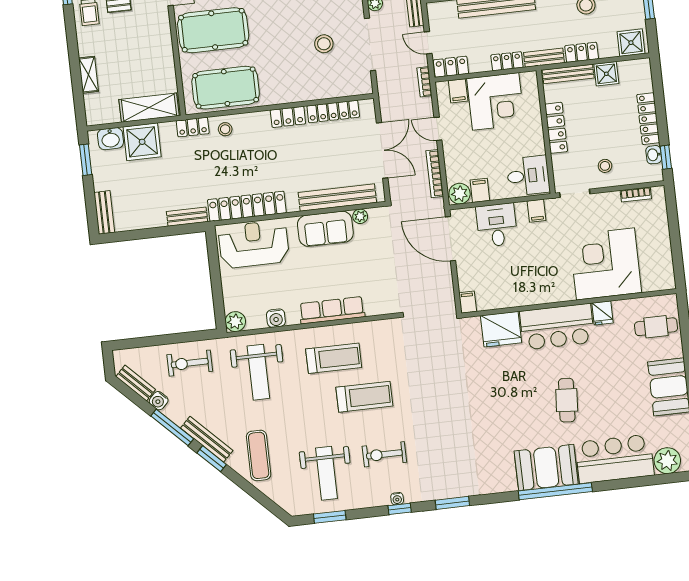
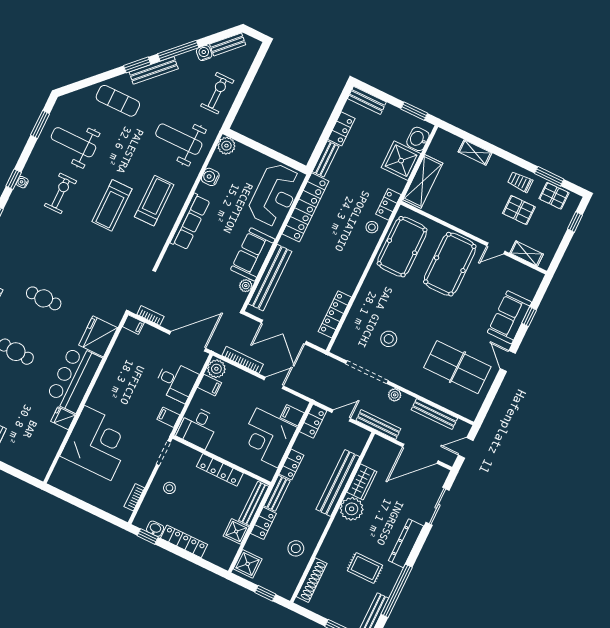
bookcase: (424, 82) -> (150, 316), moved
locker: (288, 117) -> (341, 129), moved, turned 180
cafe table: (656, 327) -> (44, 298), moved, turned 90
treadmill: (334, 358) -> (154, 201), turned 180

